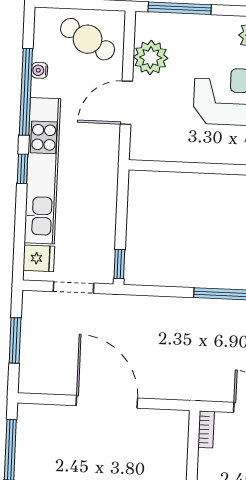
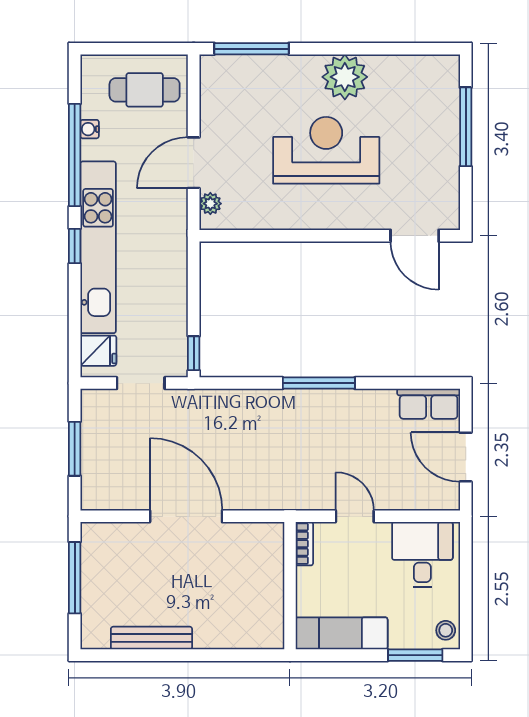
cafe table: (88, 39) -> (145, 90), turned -30
plant: (151, 57) -> (210, 204), moved, width x0.53, depth x0.53

